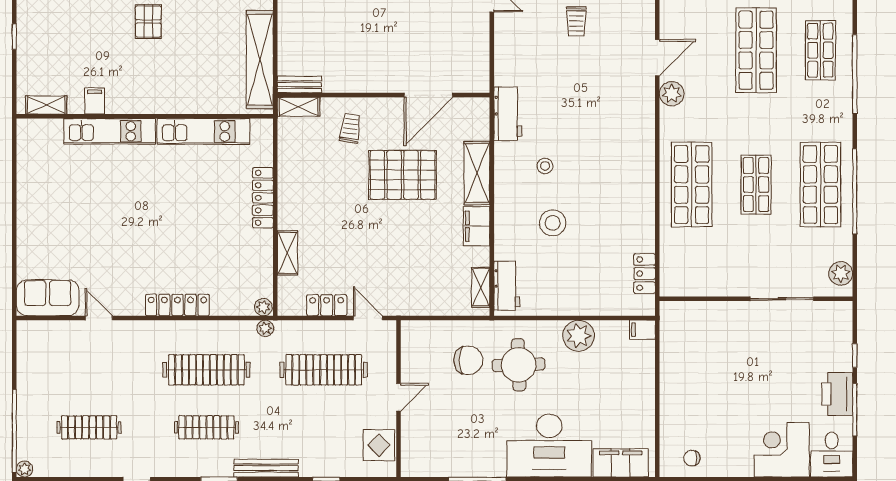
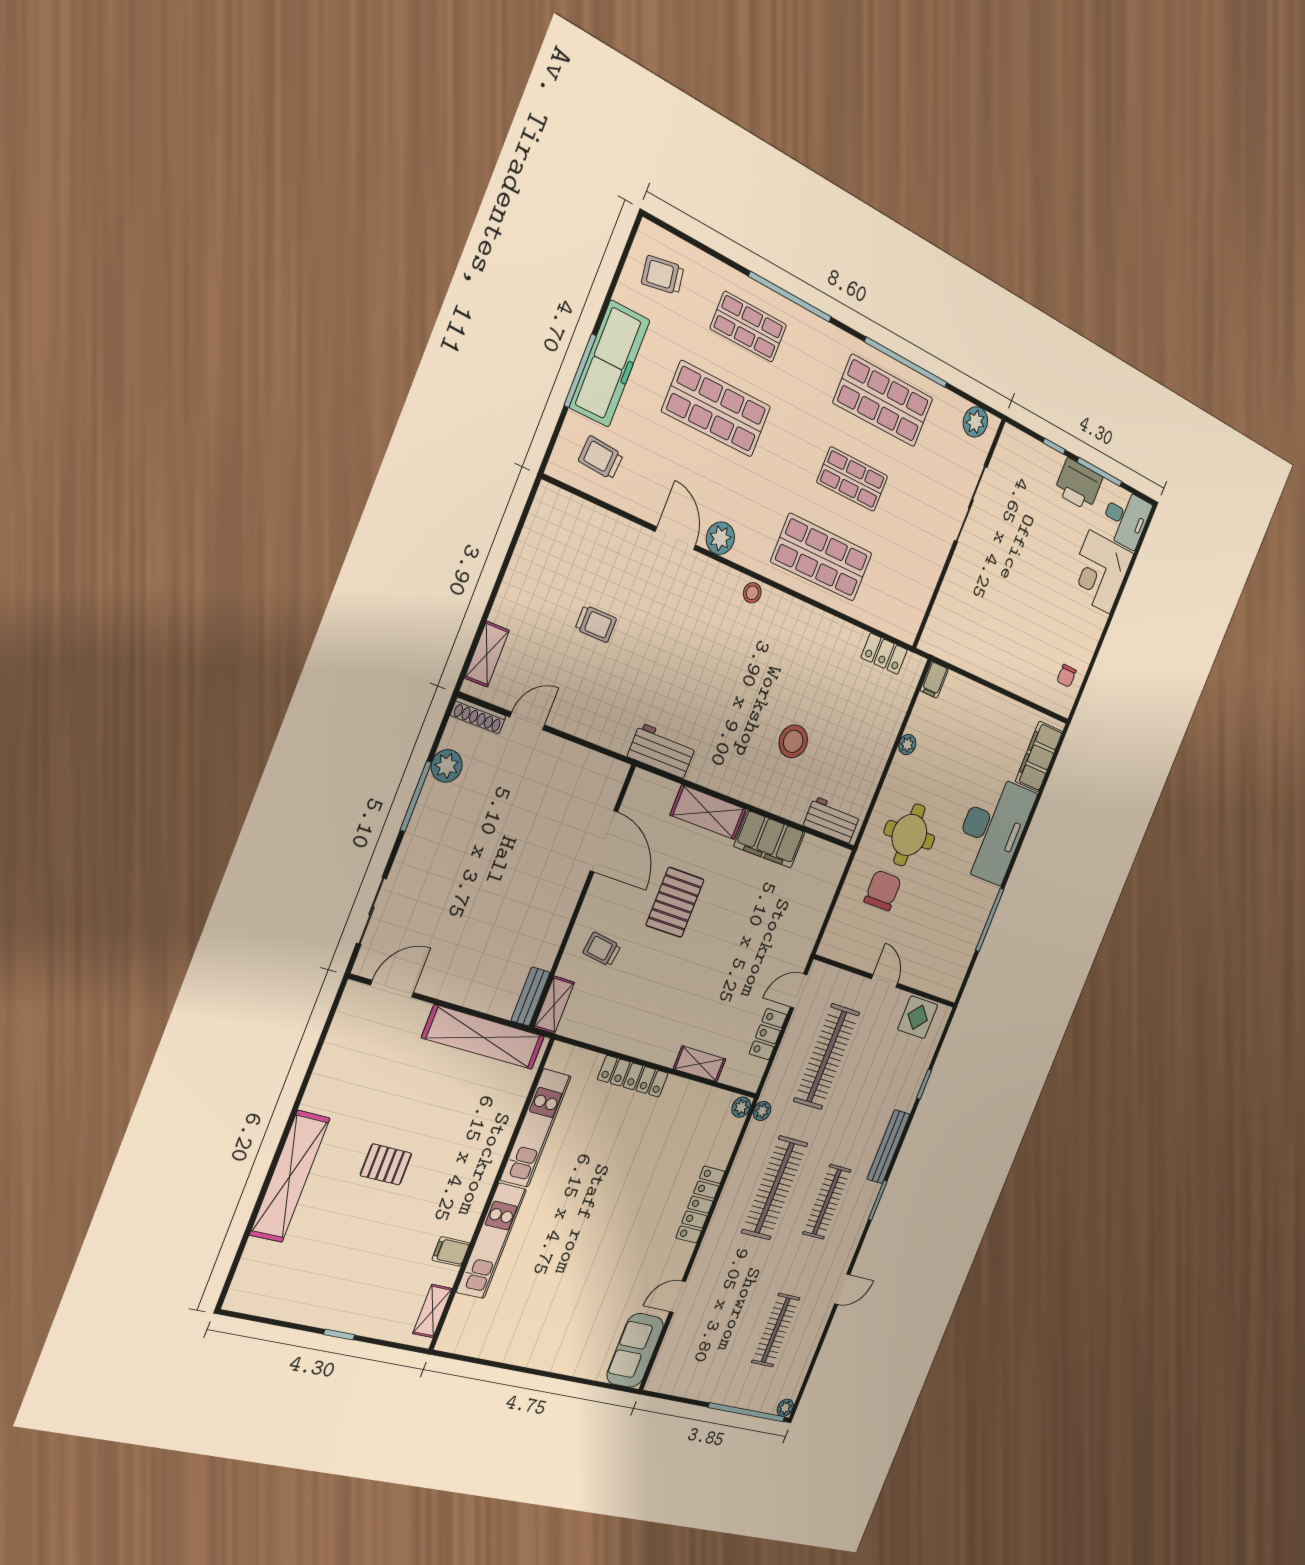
stool: (545, 166) -> (752, 593), moved
pallet: (403, 175) -> (675, 902), width x0.73, depth x0.71
filing cabinet: (477, 226) -> (769, 839), width x1.50, depth x1.17
shelving: (481, 287) -> (821, 851), removed
plant: (579, 336) -> (907, 744), width x0.53, depth x0.53

